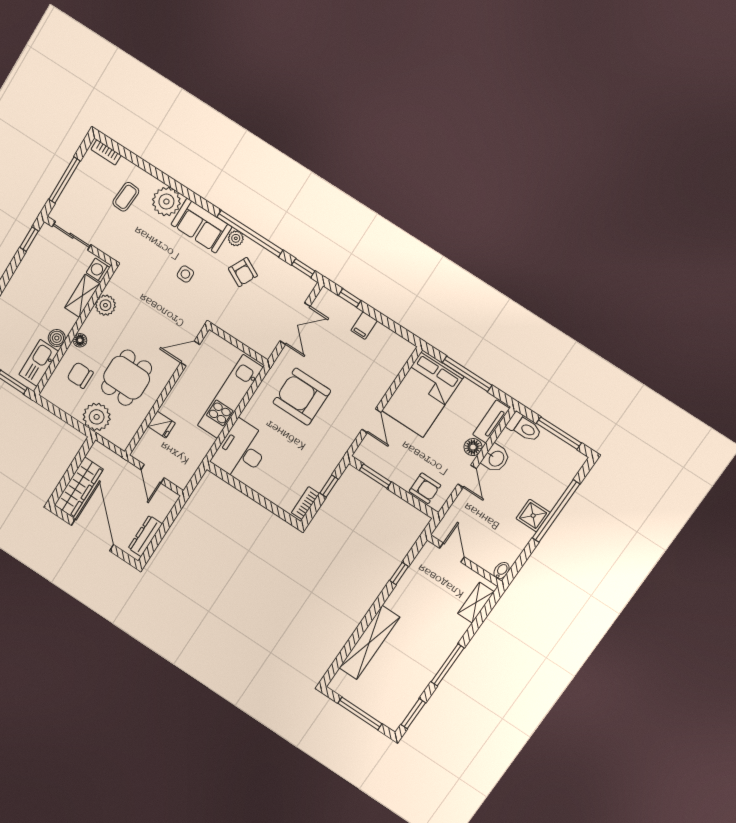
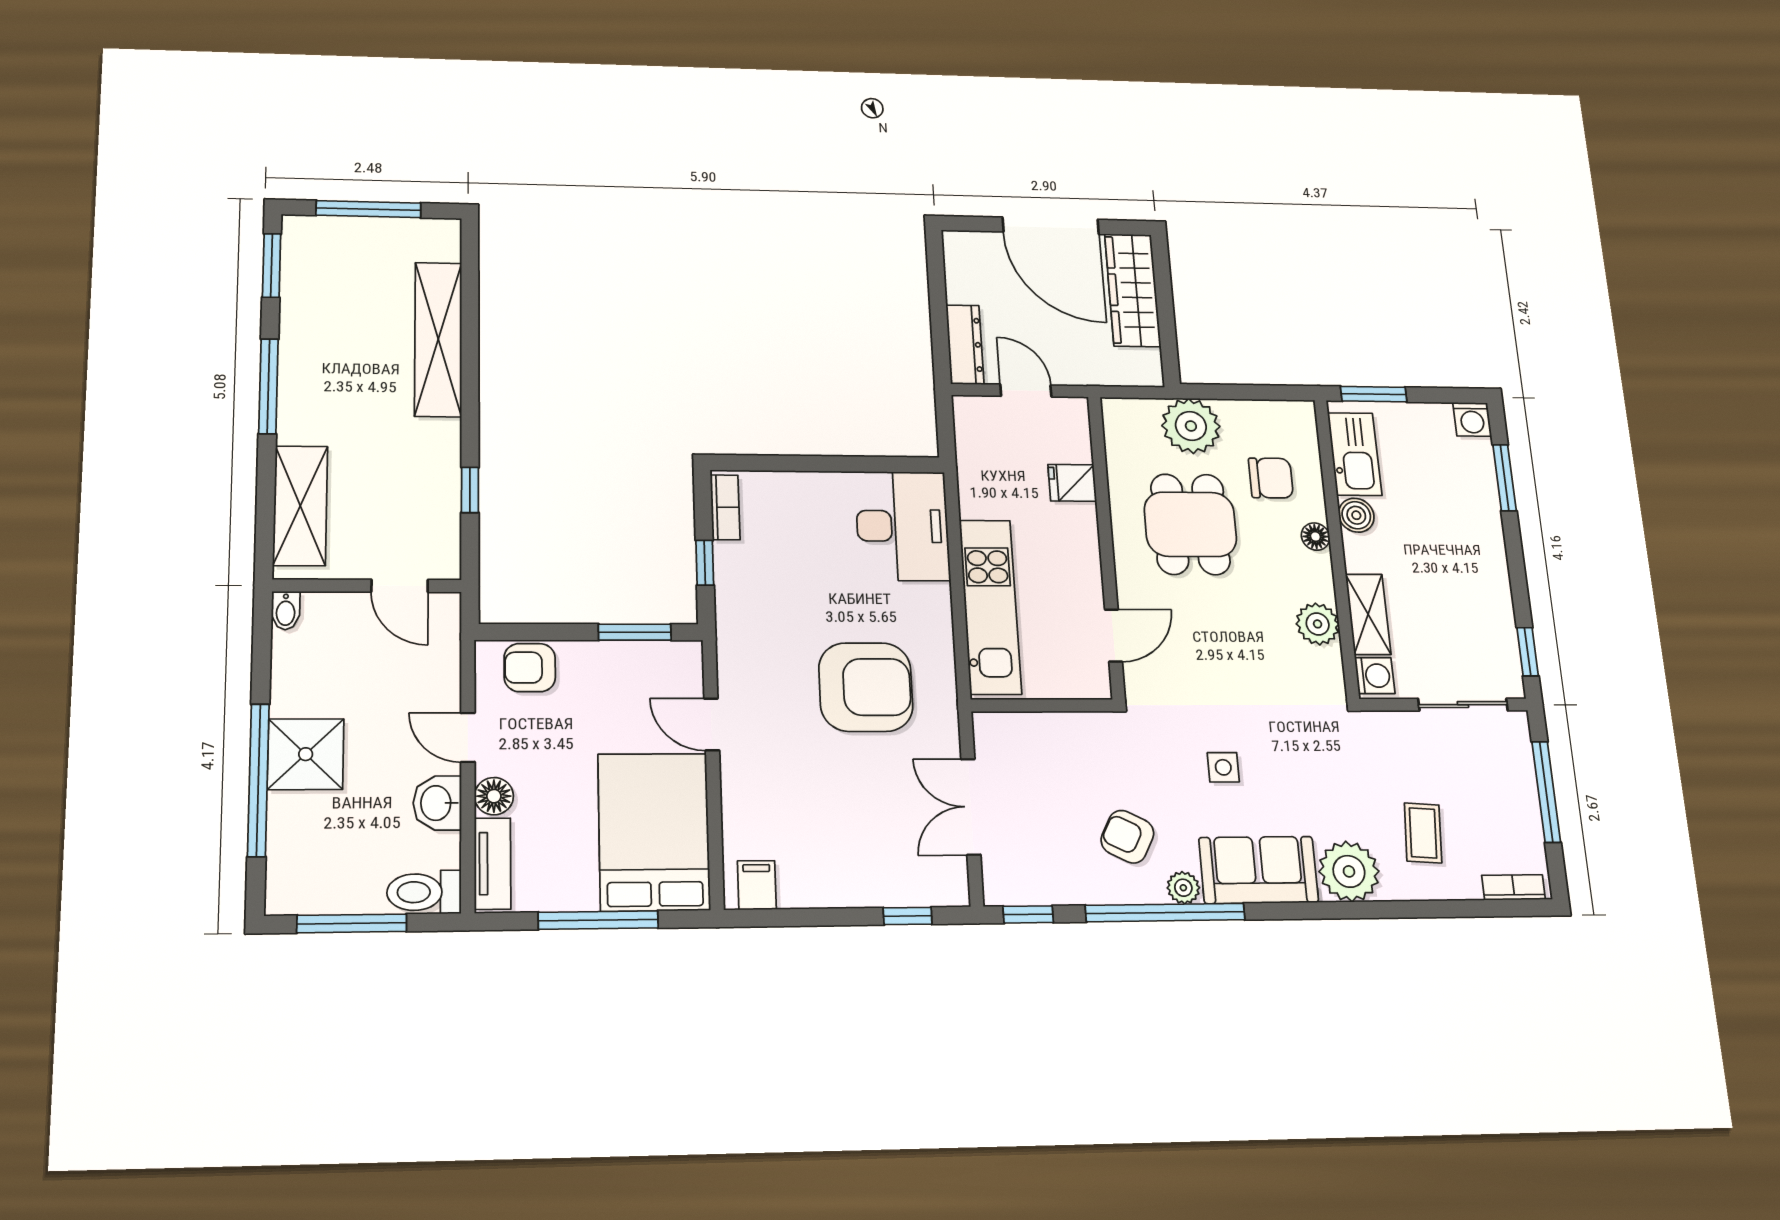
filing cabinet: (364, 326) -> (757, 885), moved
shower: (533, 516) -> (306, 754), width x1.36, depth x1.36
dresser: (145, 536) -> (965, 345), moved
shelving: (476, 603) -> (300, 506), width x1.50, depth x1.33

